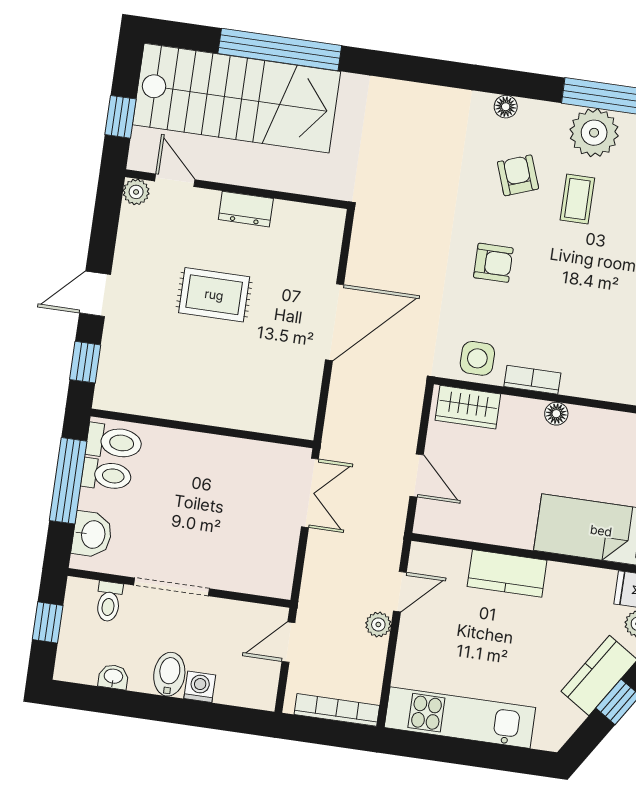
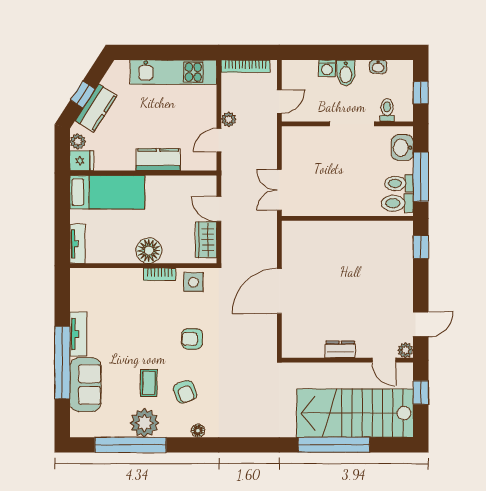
door: (95, 294) -> (421, 324), moved
rug: (214, 295) -> (352, 297), removed
wardrobe: (468, 407) -> (206, 240), moved, turned -90
floor lamp: (556, 414) -> (149, 251), width x1.89, depth x1.89

